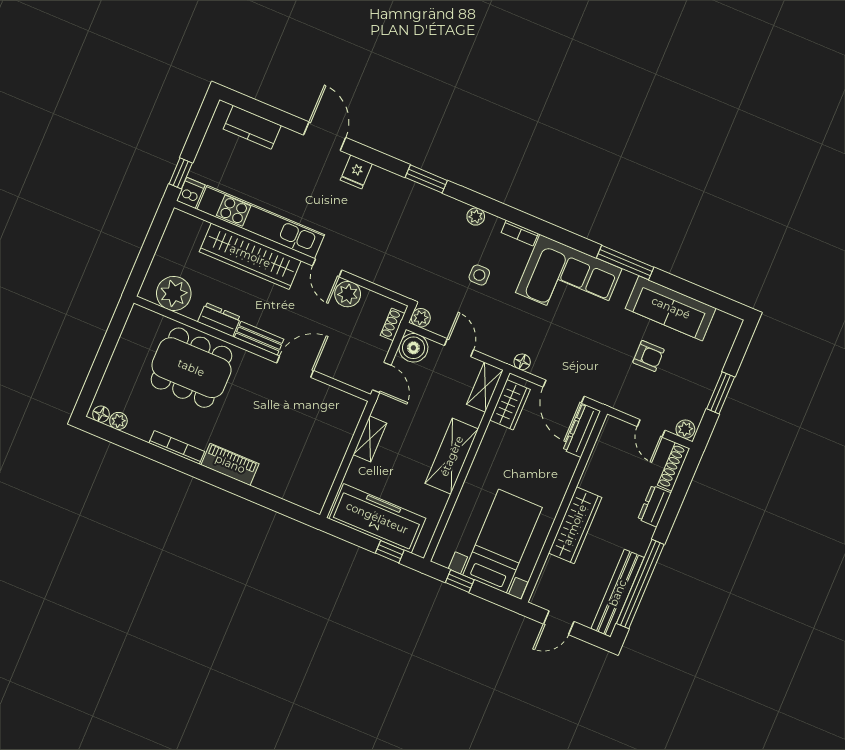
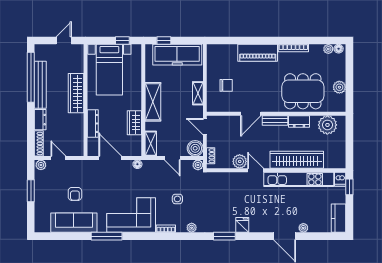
kitchen counter: (252, 127) -> (339, 218), moved, turned -90
plant: (287, 137) -> (303, 228), added
fridge: (356, 172) -> (242, 225), moved
plant: (127, 349) -> (339, 87), added
armchair: (648, 356) -> (75, 194), turned -90
wardrobe: (510, 405) -> (134, 123), moved
dresser: (582, 430) -> (93, 123), moved
chair: (317, 432) -> (226, 85), added
piano: (230, 464) -> (258, 53), width x1.37, depth x1.33
bench: (618, 593) -> (40, 85), moved

